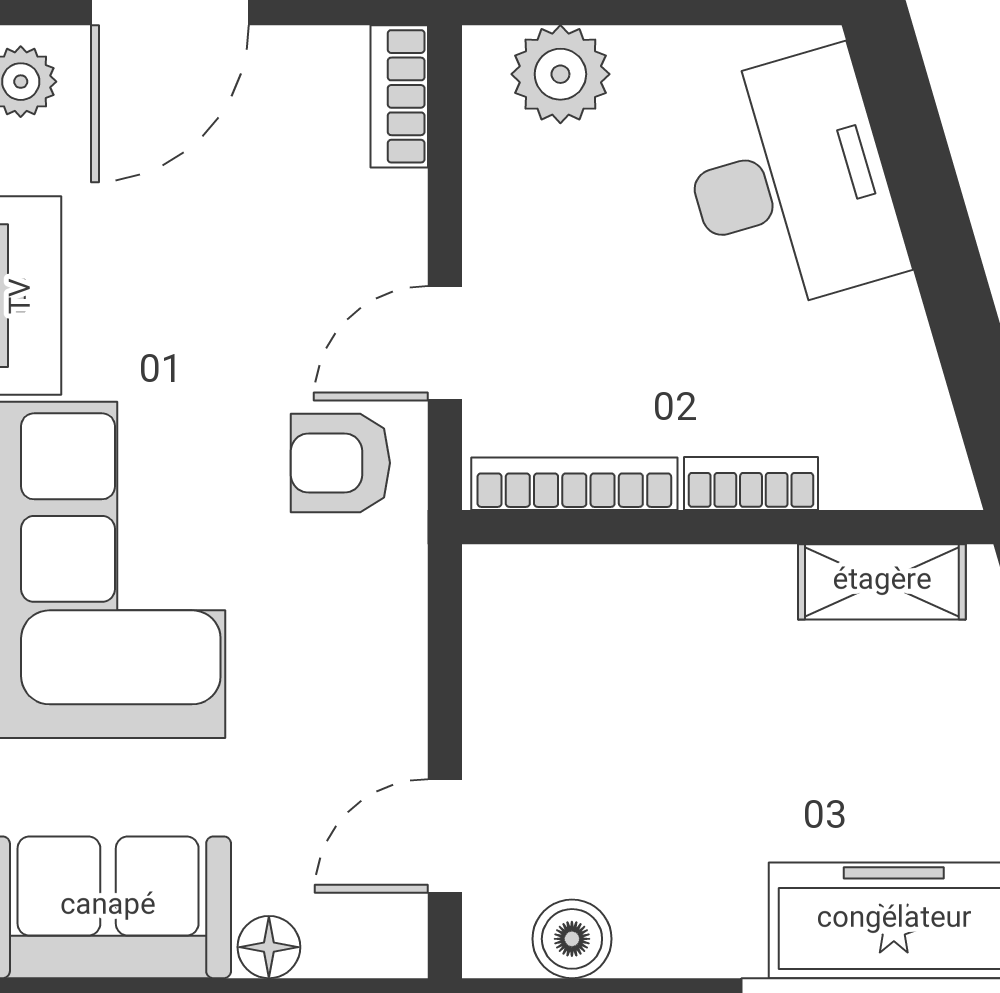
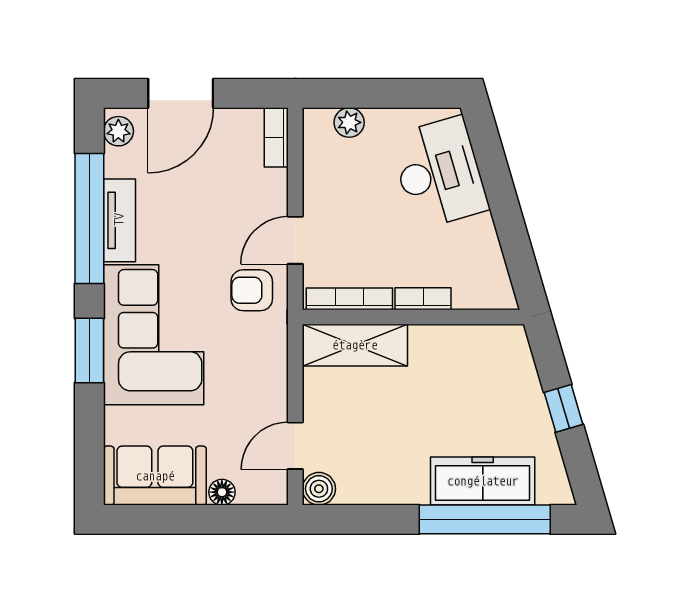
plant: (560, 74) -> (349, 122), width x0.73, depth x0.73
shelving: (882, 582) -> (355, 345), moved, width x1.50, depth x1.33
boiler: (572, 939) -> (319, 489), moved

